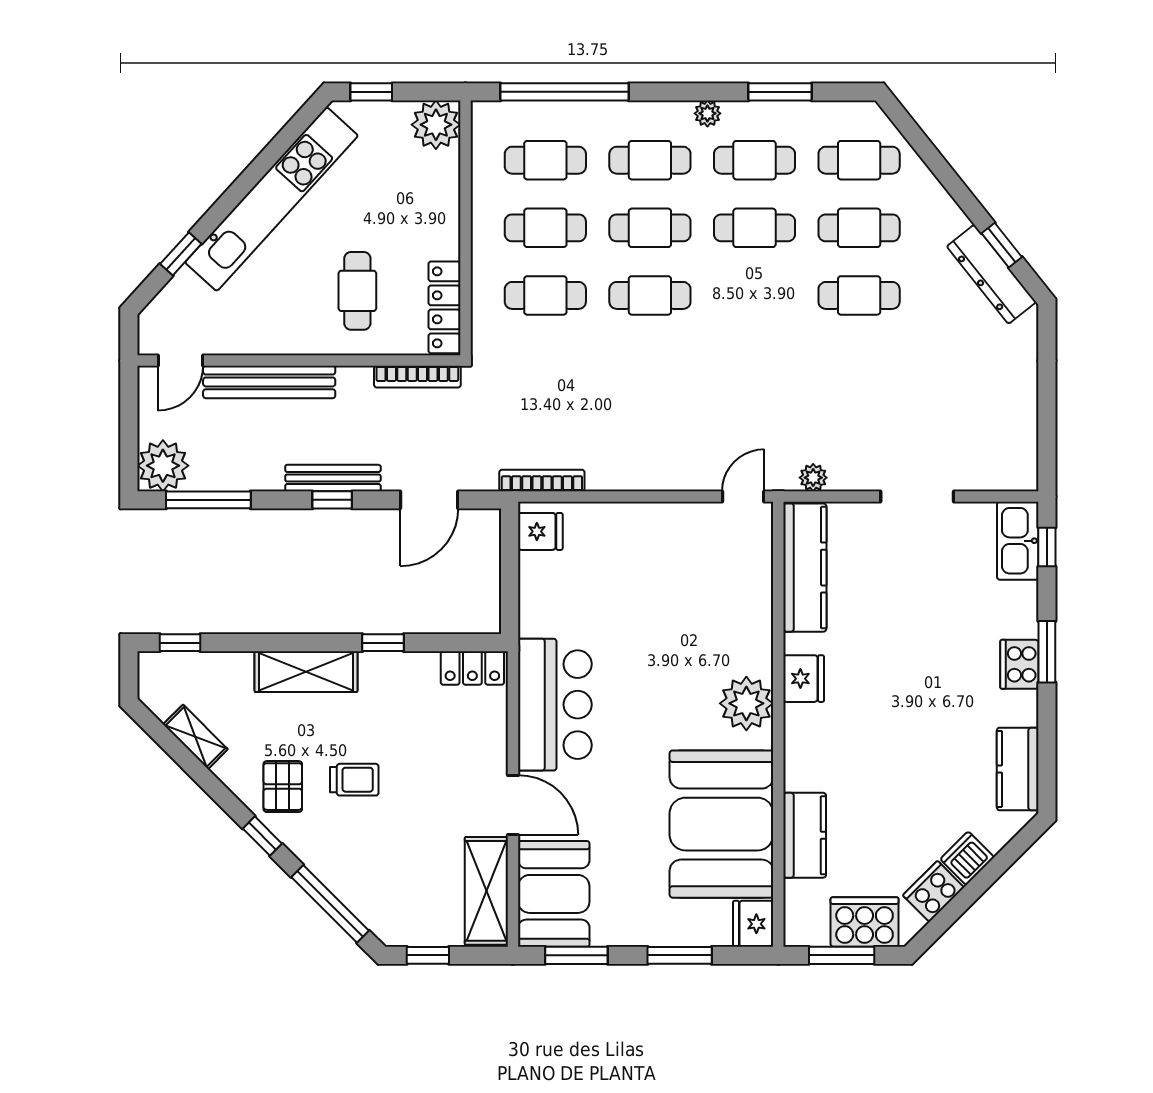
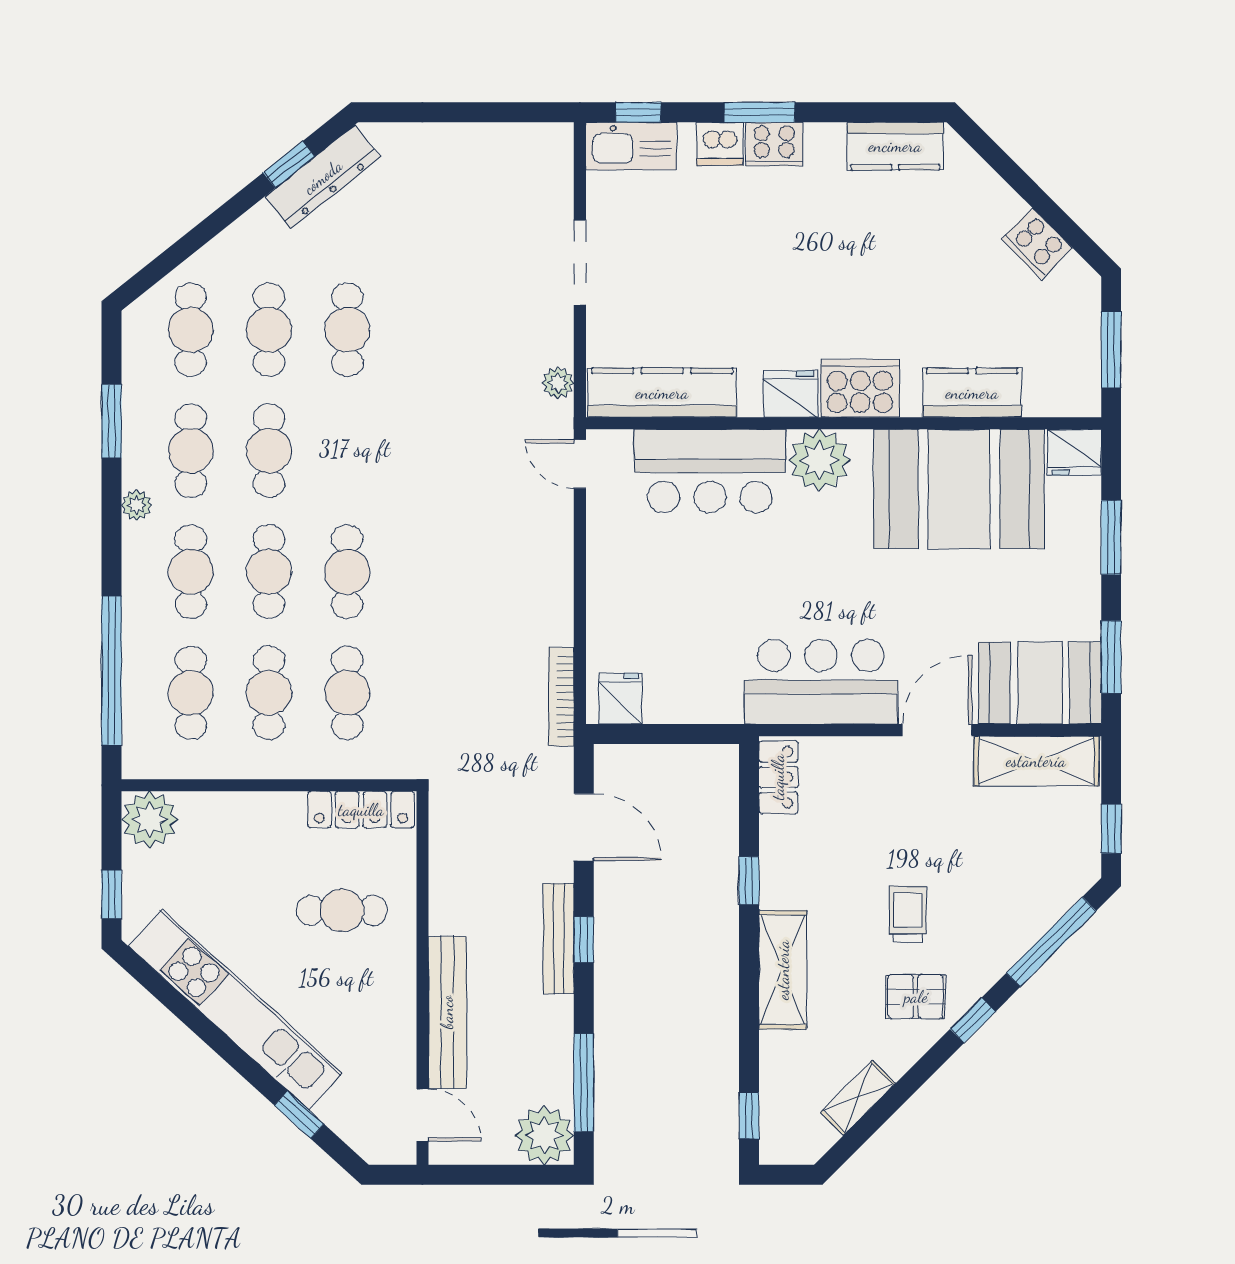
bookcase: (417, 377) -> (441, 841), removed
bar counter: (737, 609) -> (710, 471), added
dishwasher: (967, 858) -> (719, 144), moved, turned -45
cooker: (865, 922) -> (860, 388), moved, turned 90

